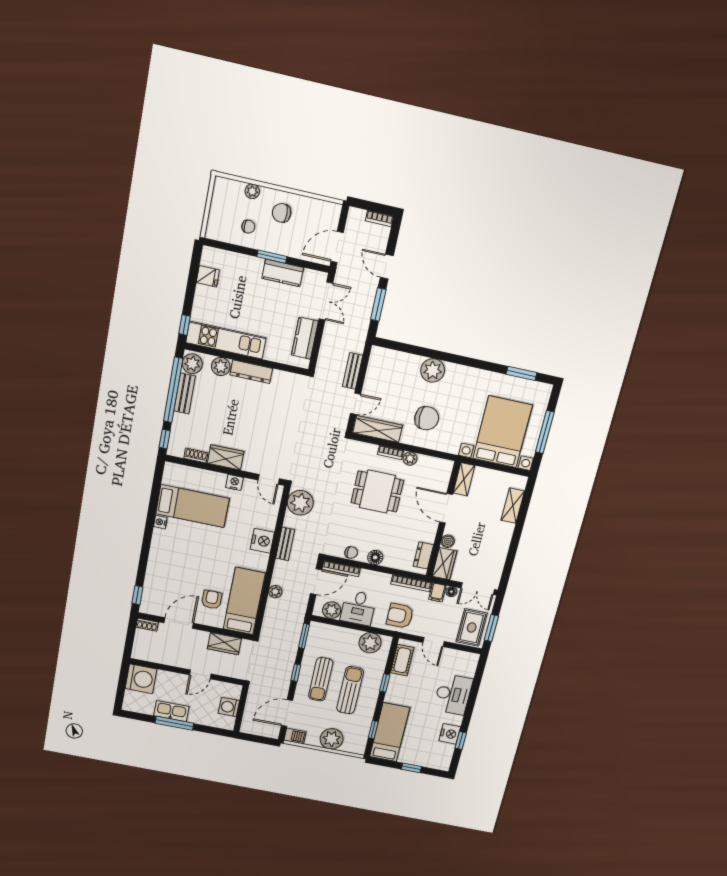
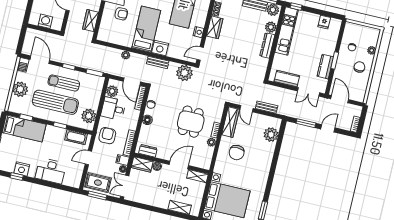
plant: (433, 370) -> (271, 135), moved
bed: (244, 601) -> (146, 29), moved, turned -90
sun lounger: (350, 690) -> (55, 102), width x1.36, depth x1.34

